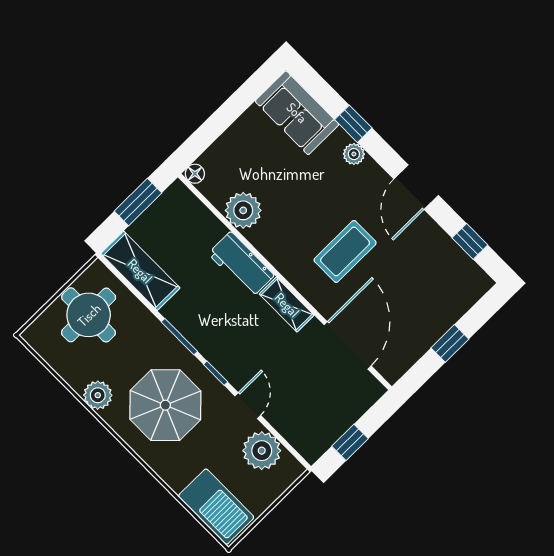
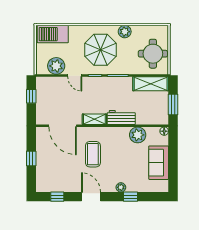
sofa: (297, 113) -> (159, 163), moved, turned -90

